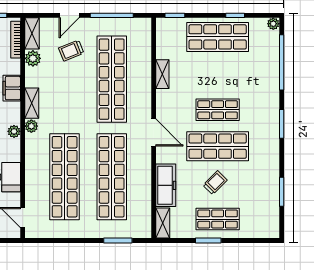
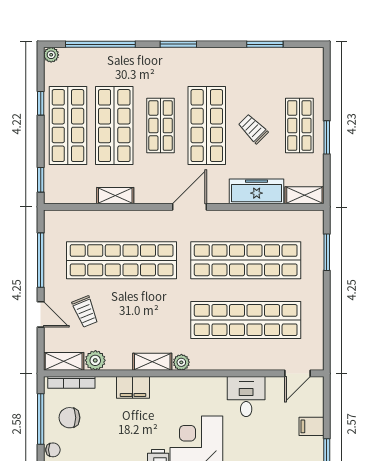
shop shelf: (218, 73) -> (114, 126), added
plant: (14, 131) -> (188, 384), removed

